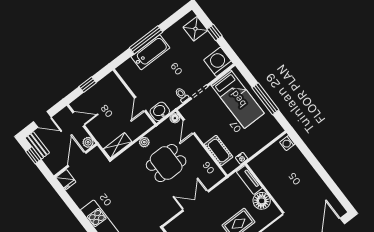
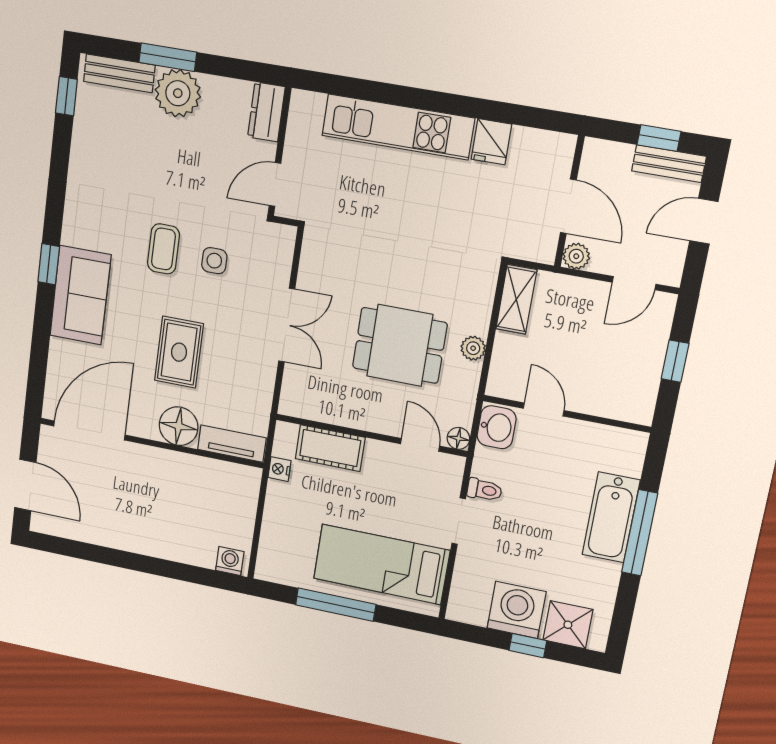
washing machine: (219, 62) -> (517, 610), moved, turned -90
dining table: (166, 163) -> (400, 345), turned 90
fridge: (66, 180) -> (491, 142), moved, turned -90

